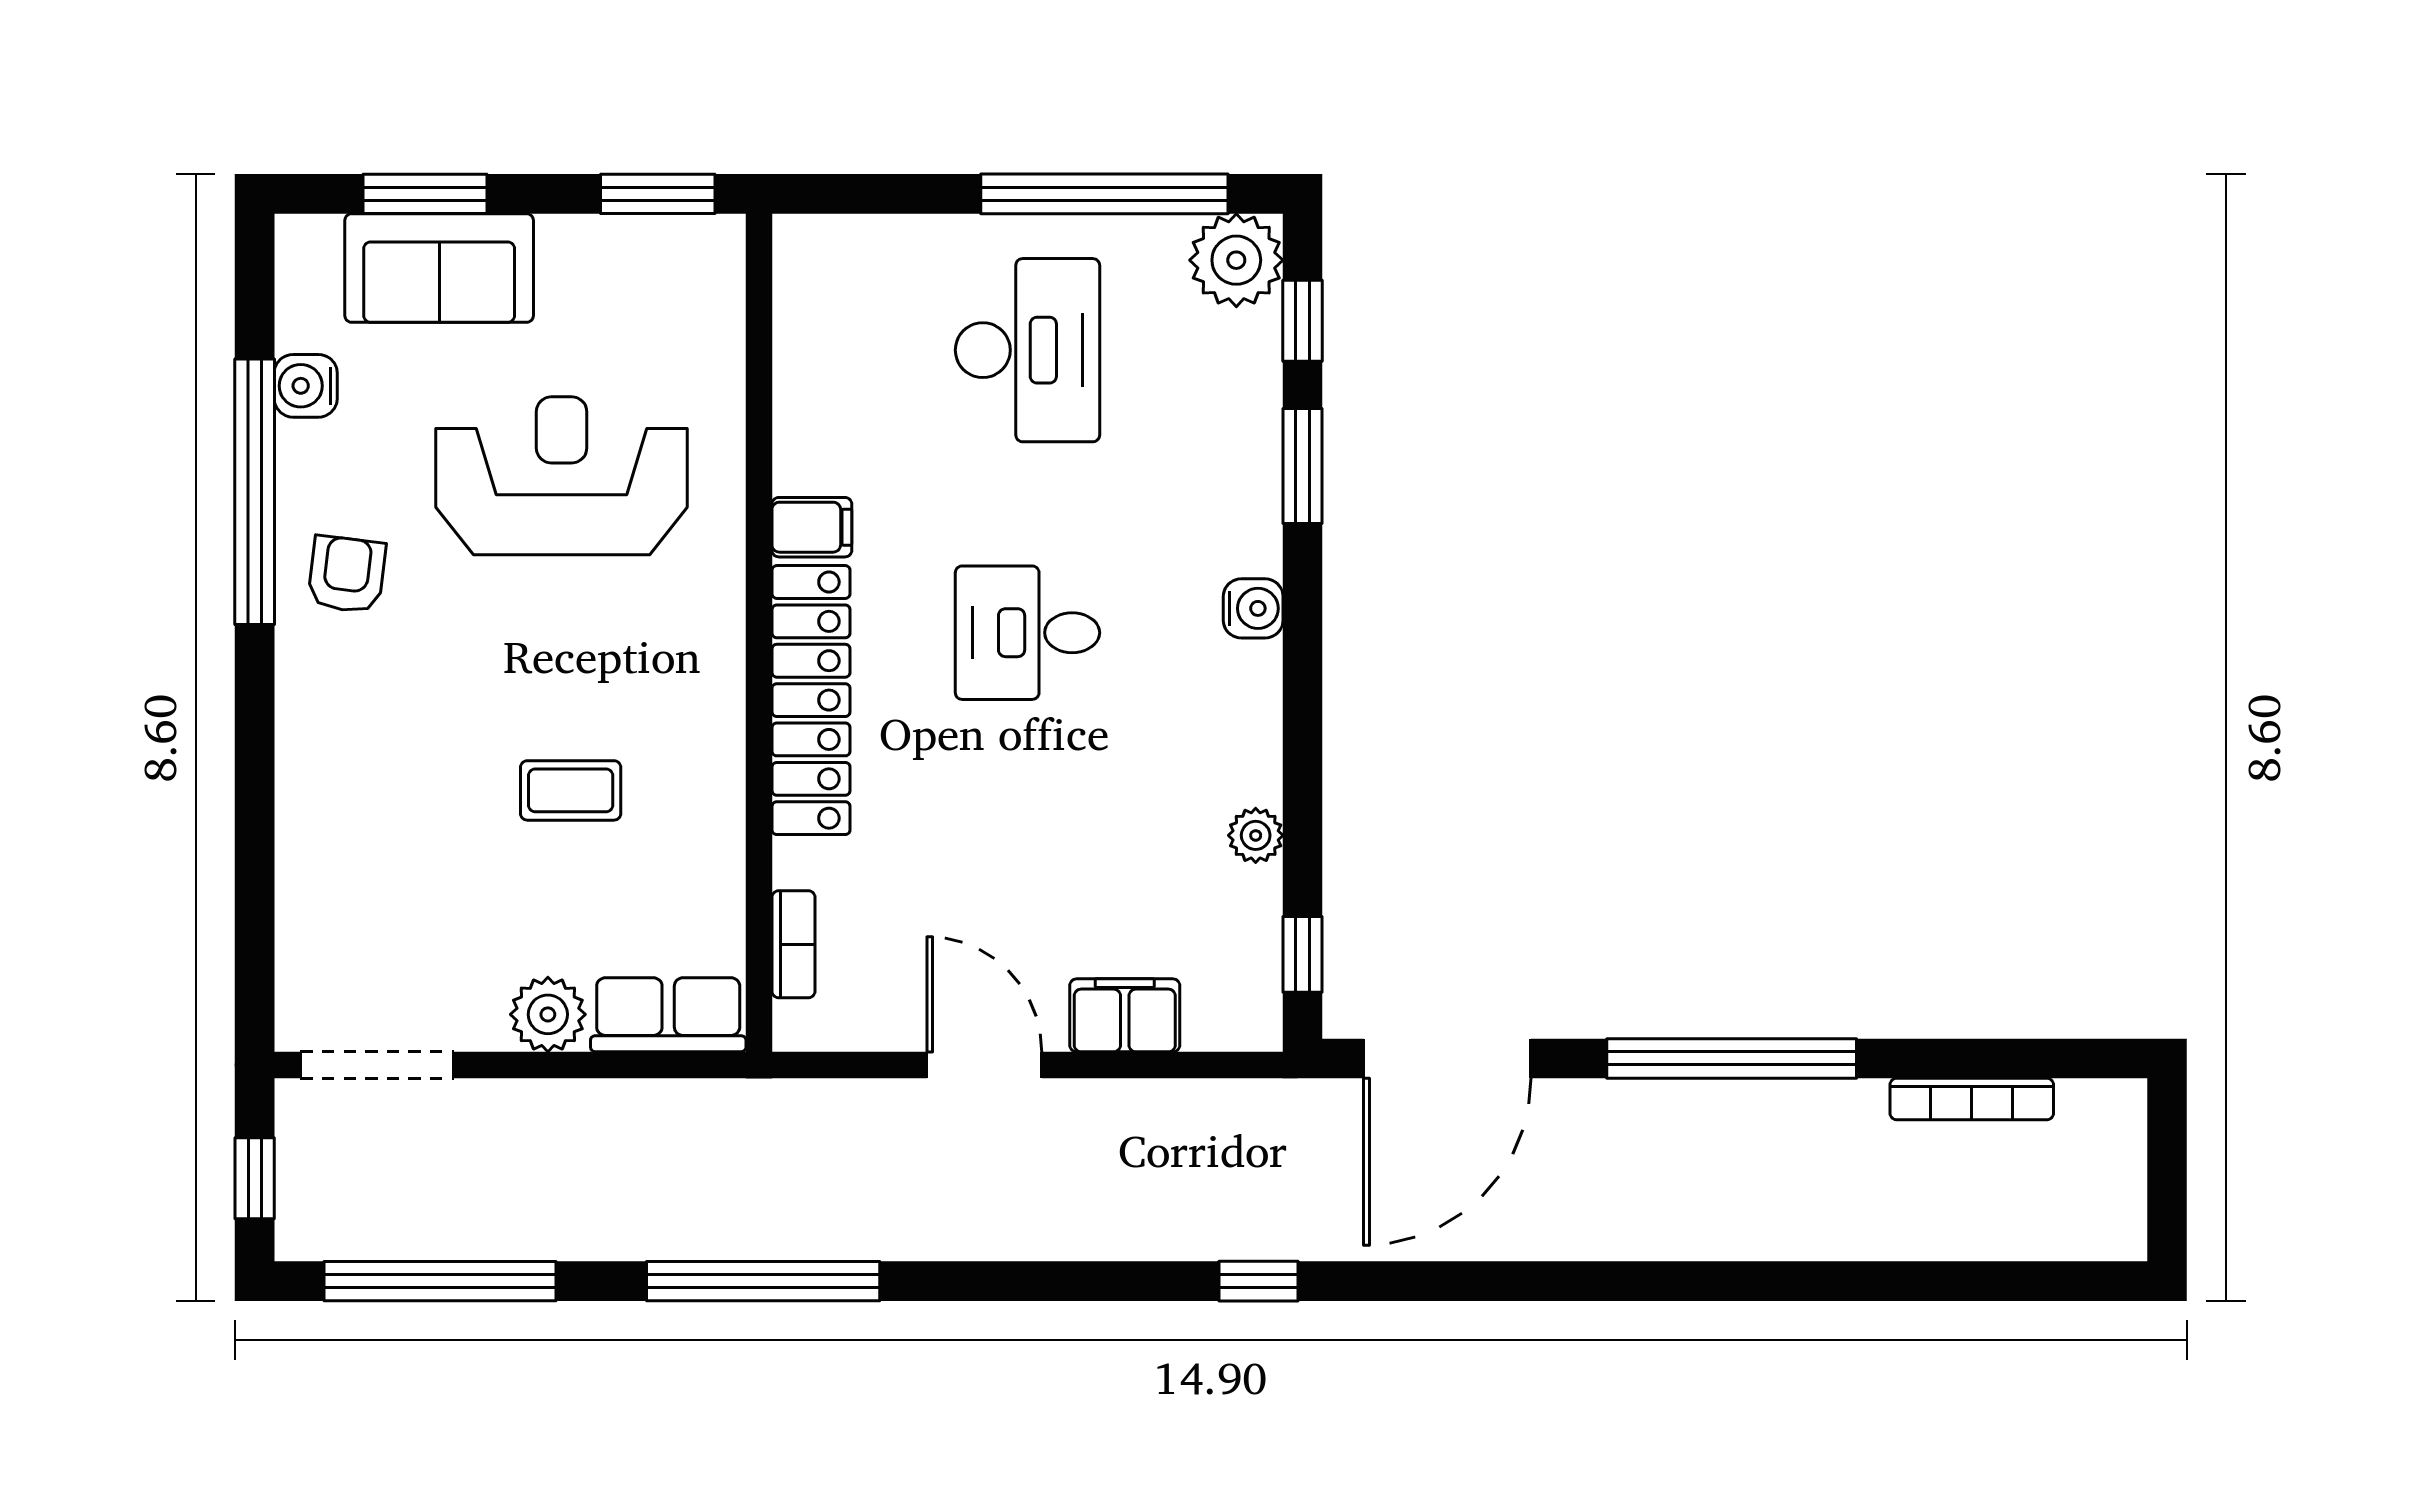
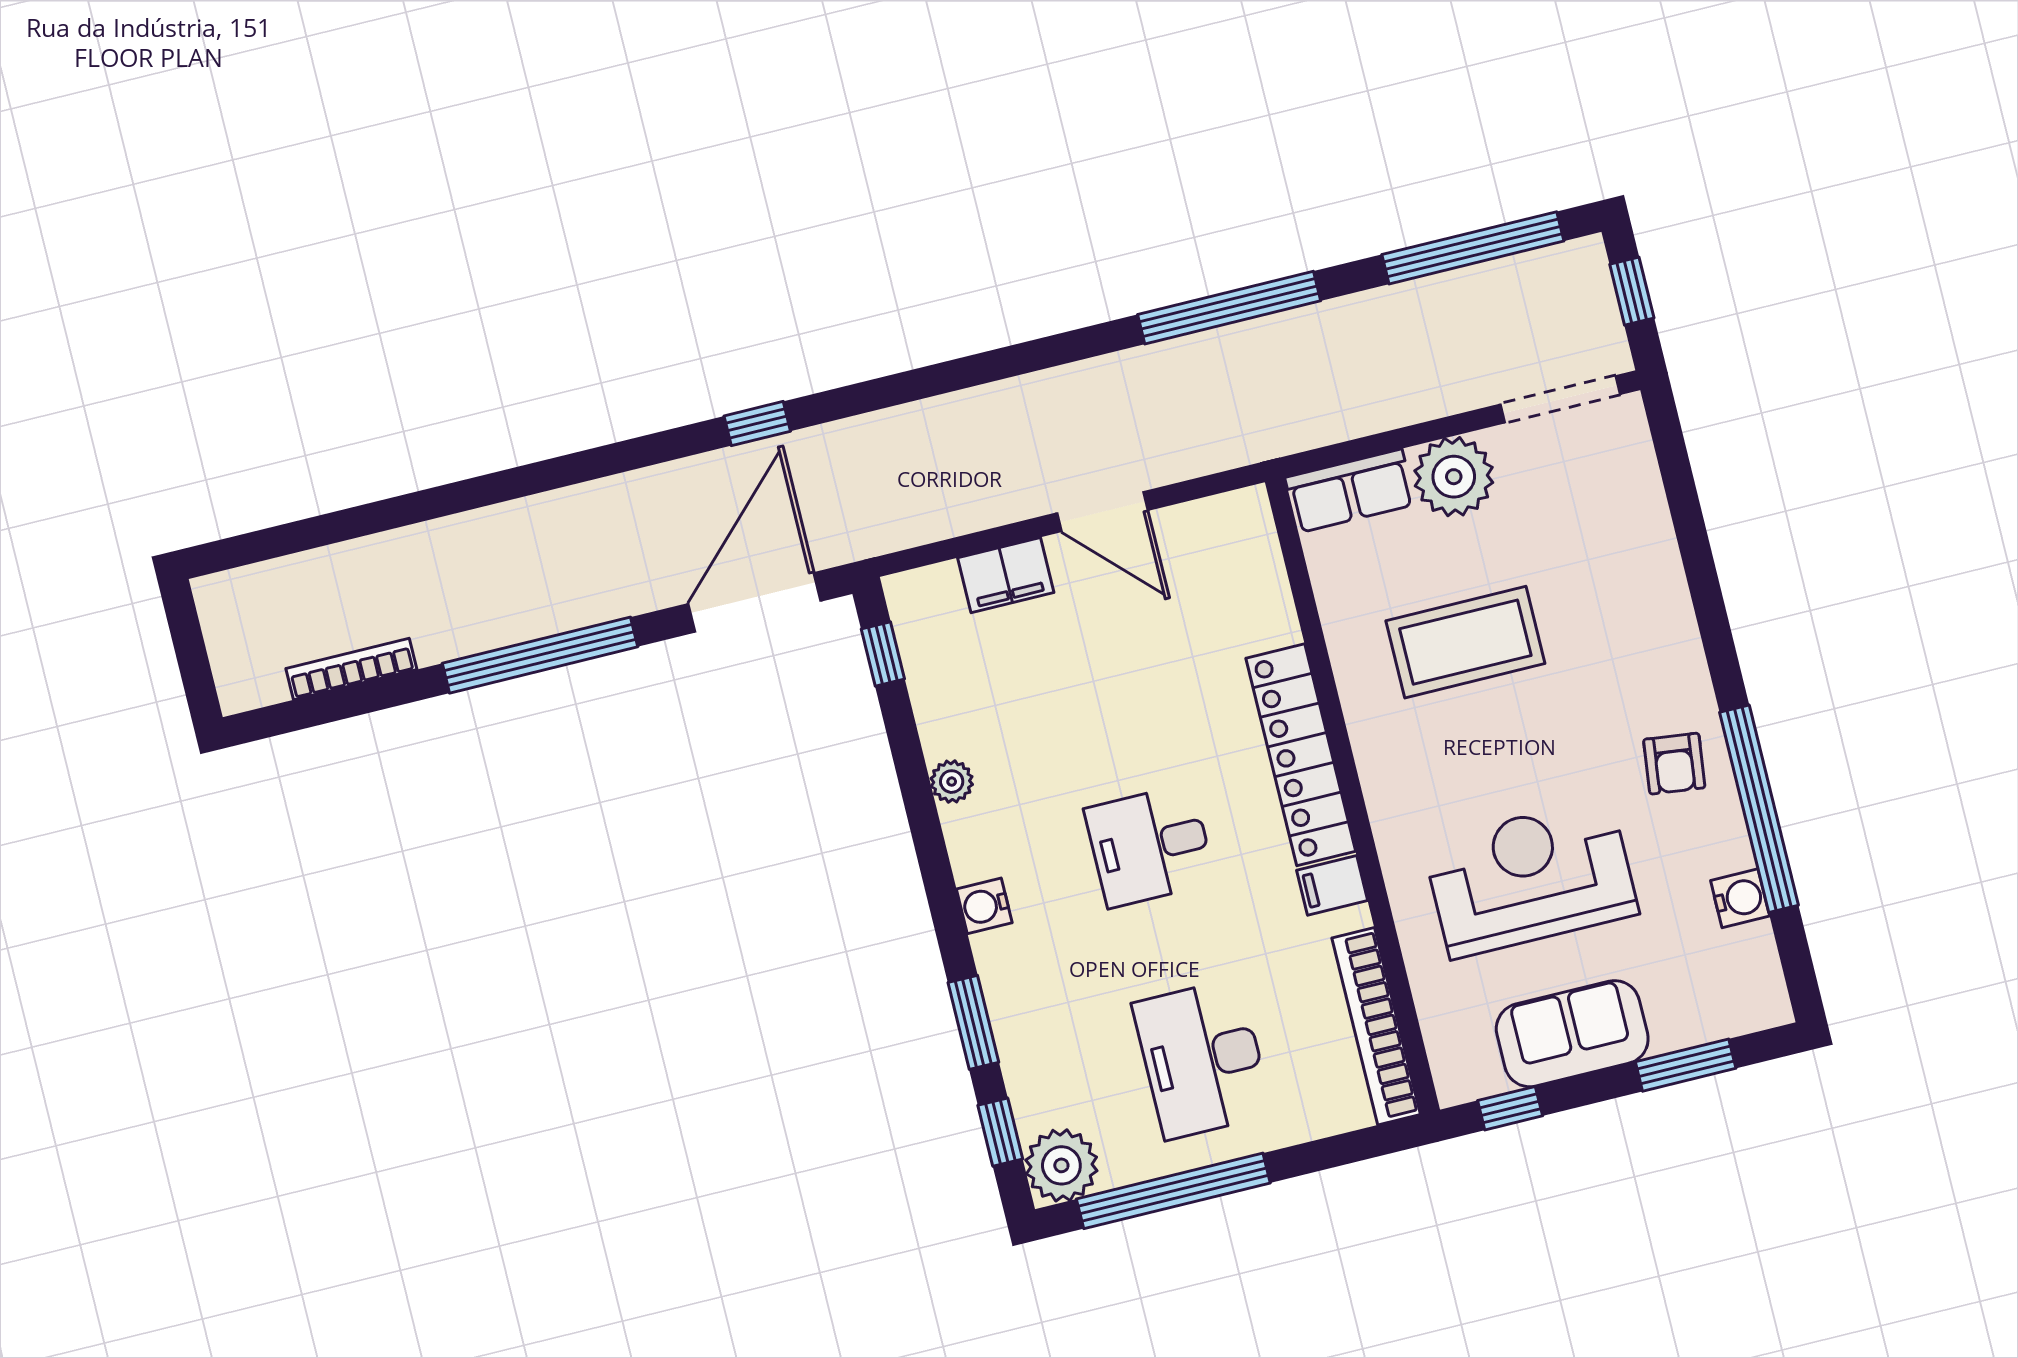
window: (658, 194) -> (1510, 1108), width x0.67
sofa: (439, 268) -> (1572, 1034), moved
reception desk: (562, 476) -> (1530, 878), turned 180
desk: (1027, 633) -> (1150, 846), turned 180
coffee table: (571, 790) -> (1465, 642), width x1.86, depth x1.72
plant: (1256, 835) -> (952, 782), moved
bookcase: (793, 944) -> (1376, 1026), moved, width x2.31, depth x1.31
plant: (548, 1014) -> (1454, 477), width x1.36, depth x1.36
window: (1259, 1281) -> (757, 424), moved

